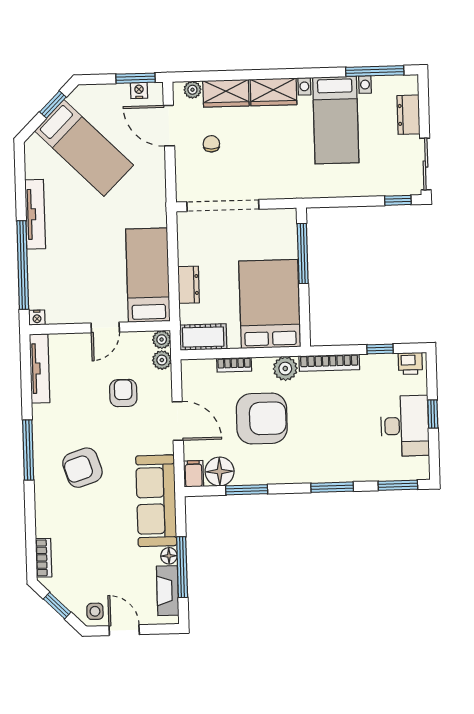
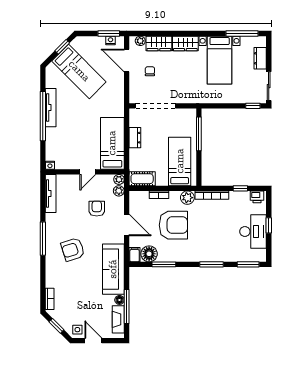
window: (23, 265) -> (43, 116), moved
dresser: (189, 285) -> (135, 138), moved
bed: (270, 304) -> (180, 161), width x0.67

